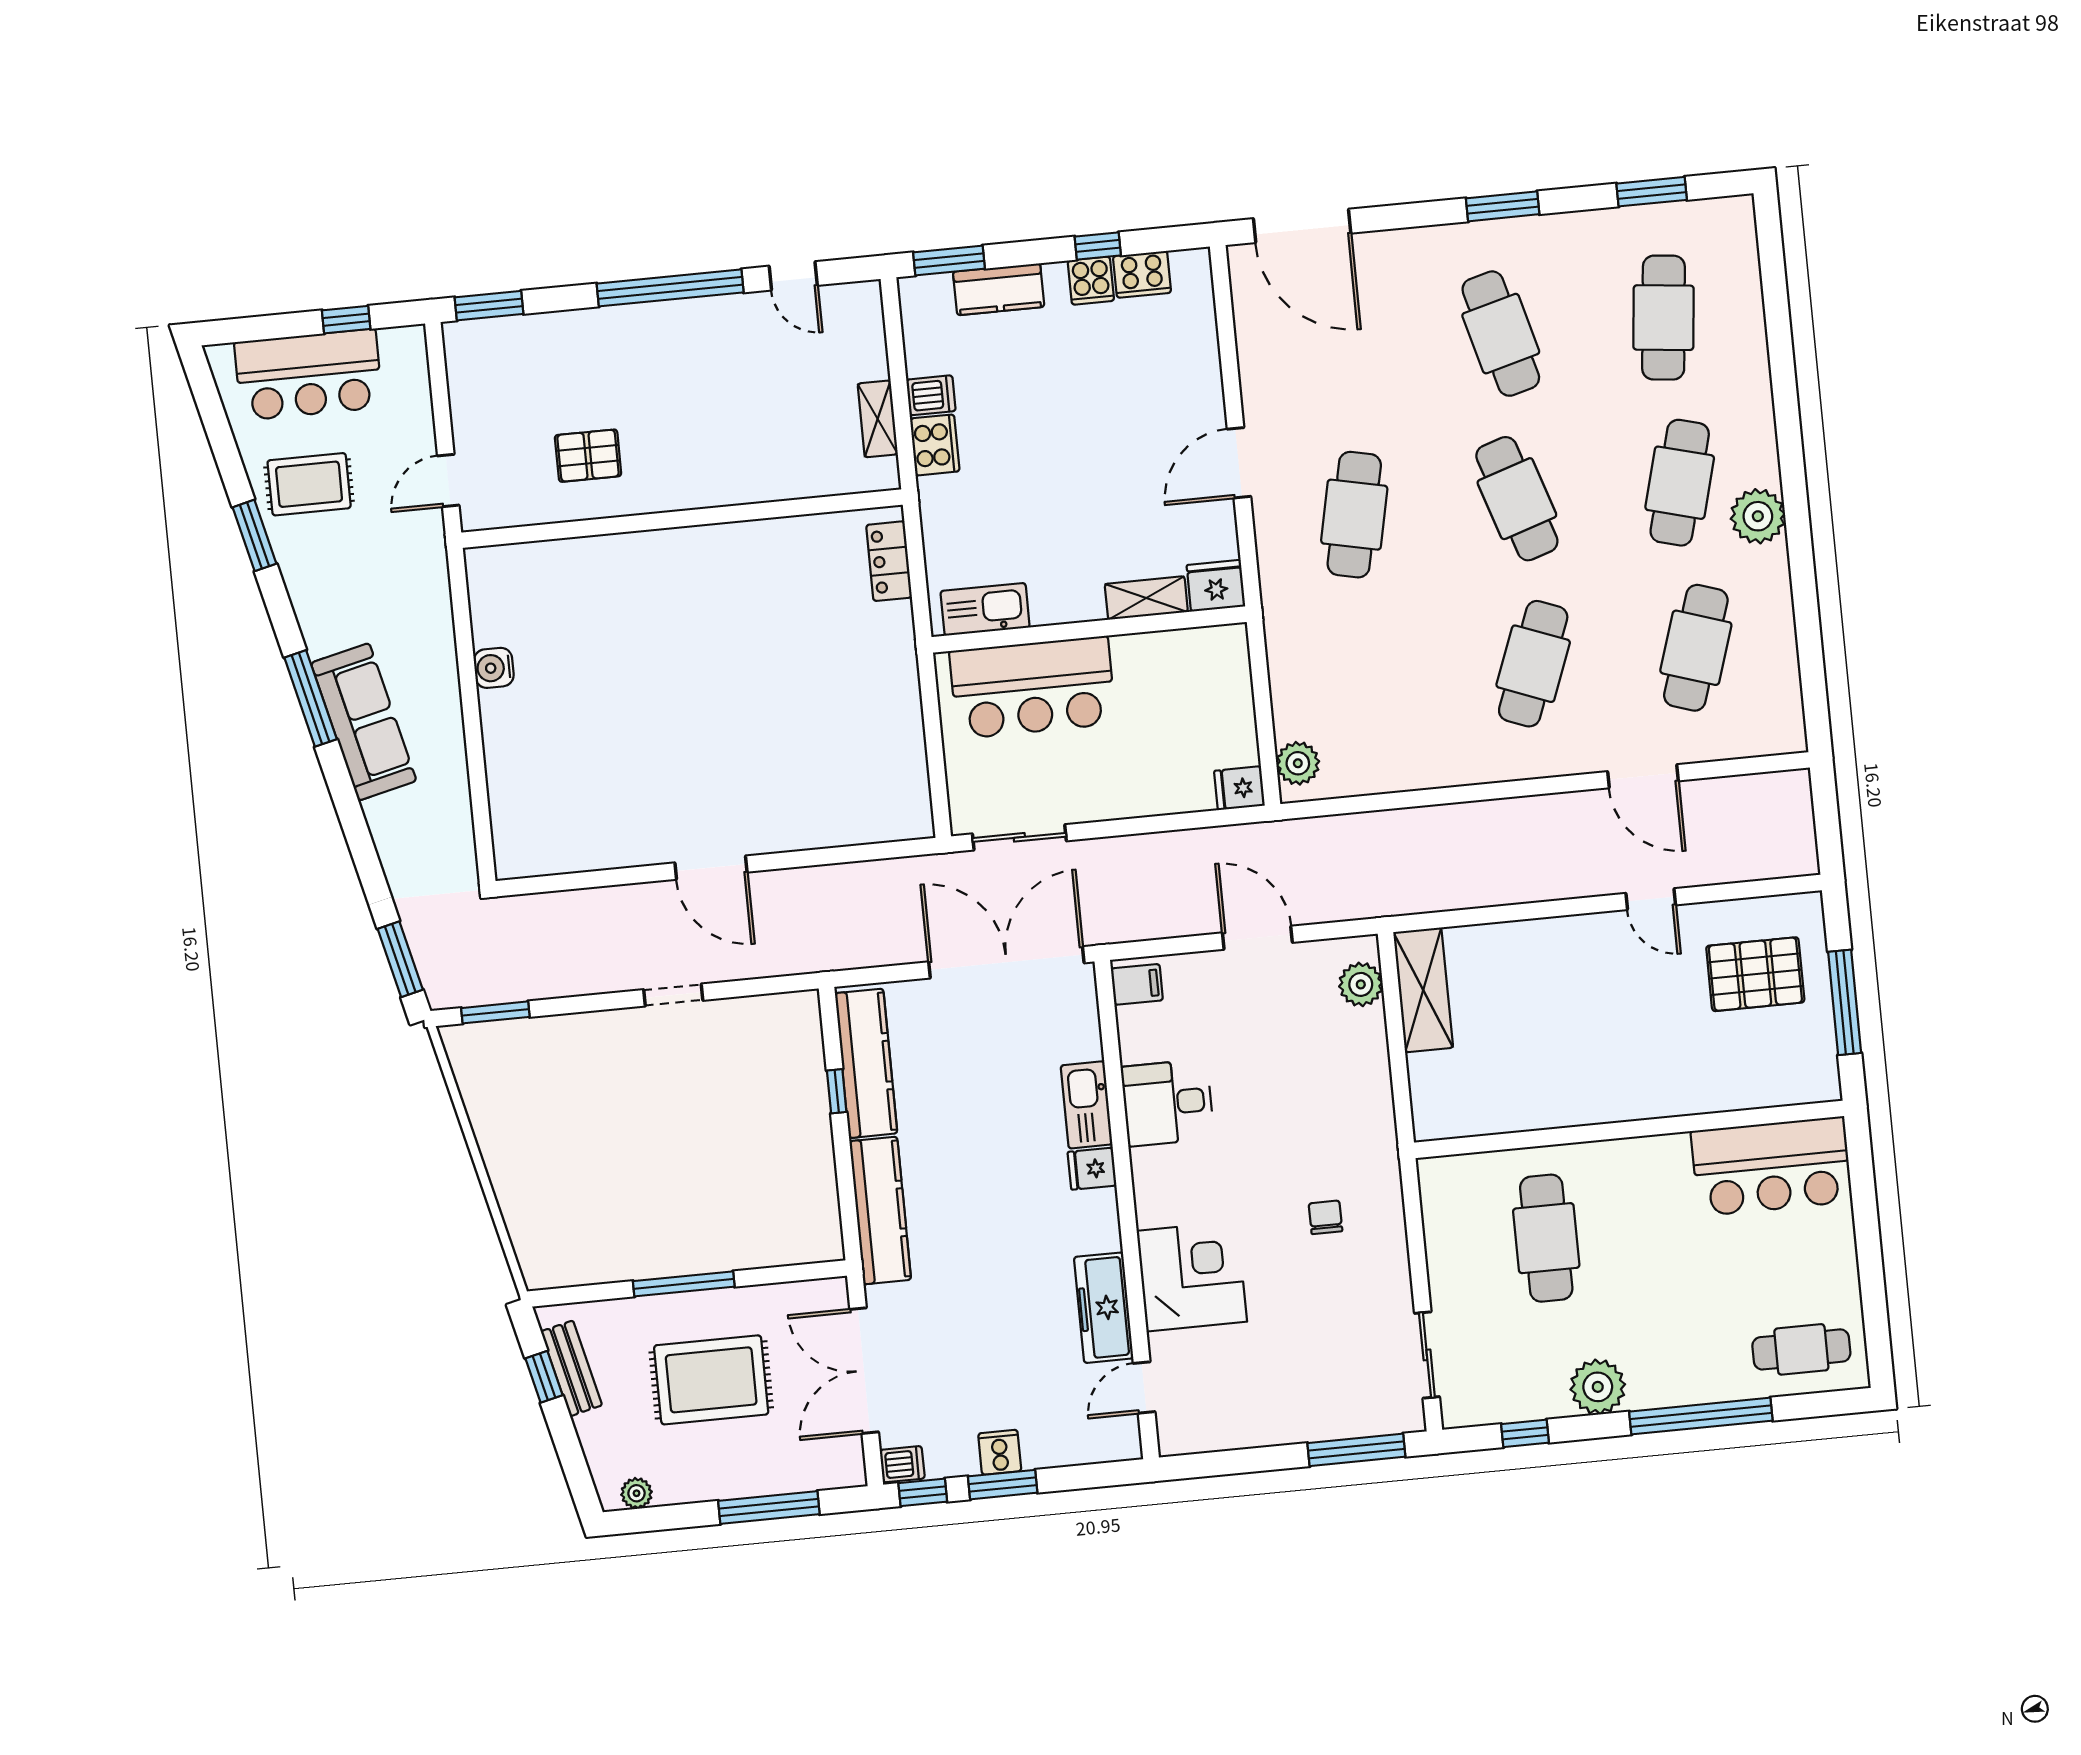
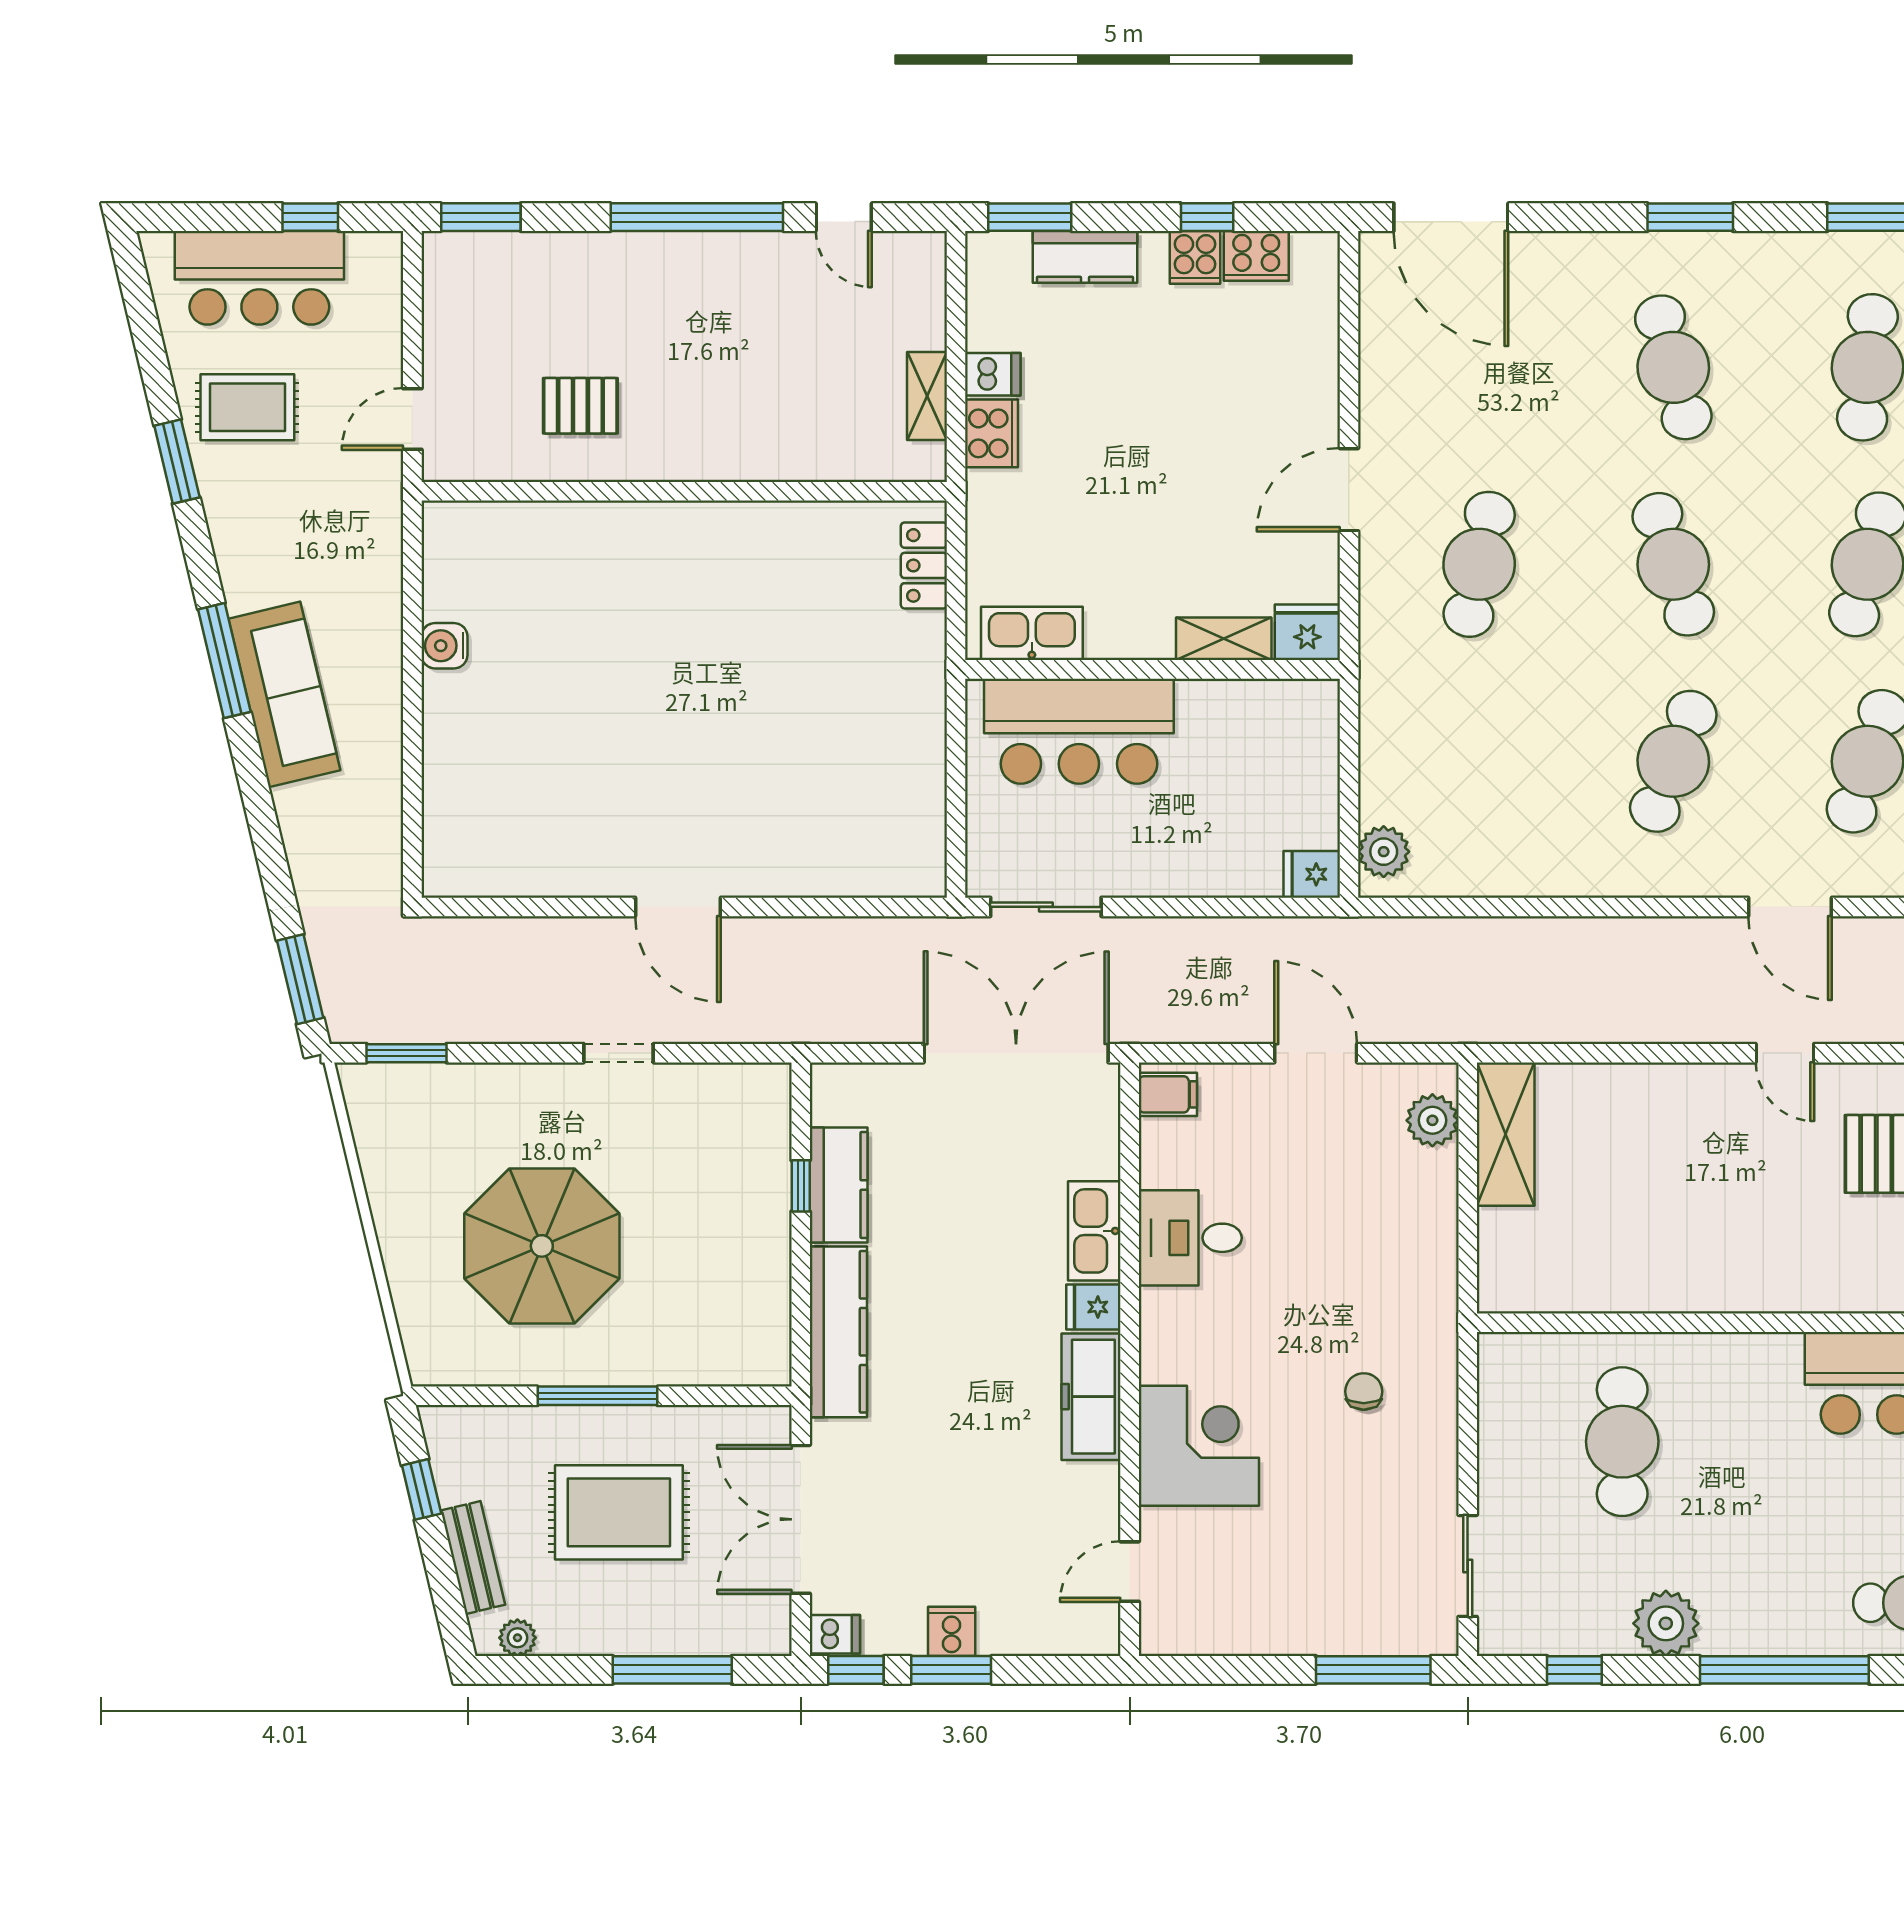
kitchen counter: (866, 1063) -> (839, 1185), width x0.67
parasol: (625, 1163) -> (542, 1246), added
freezer: (1104, 1308) -> (1091, 1397), moved
bench: (571, 1368) -> (473, 1558), moved

